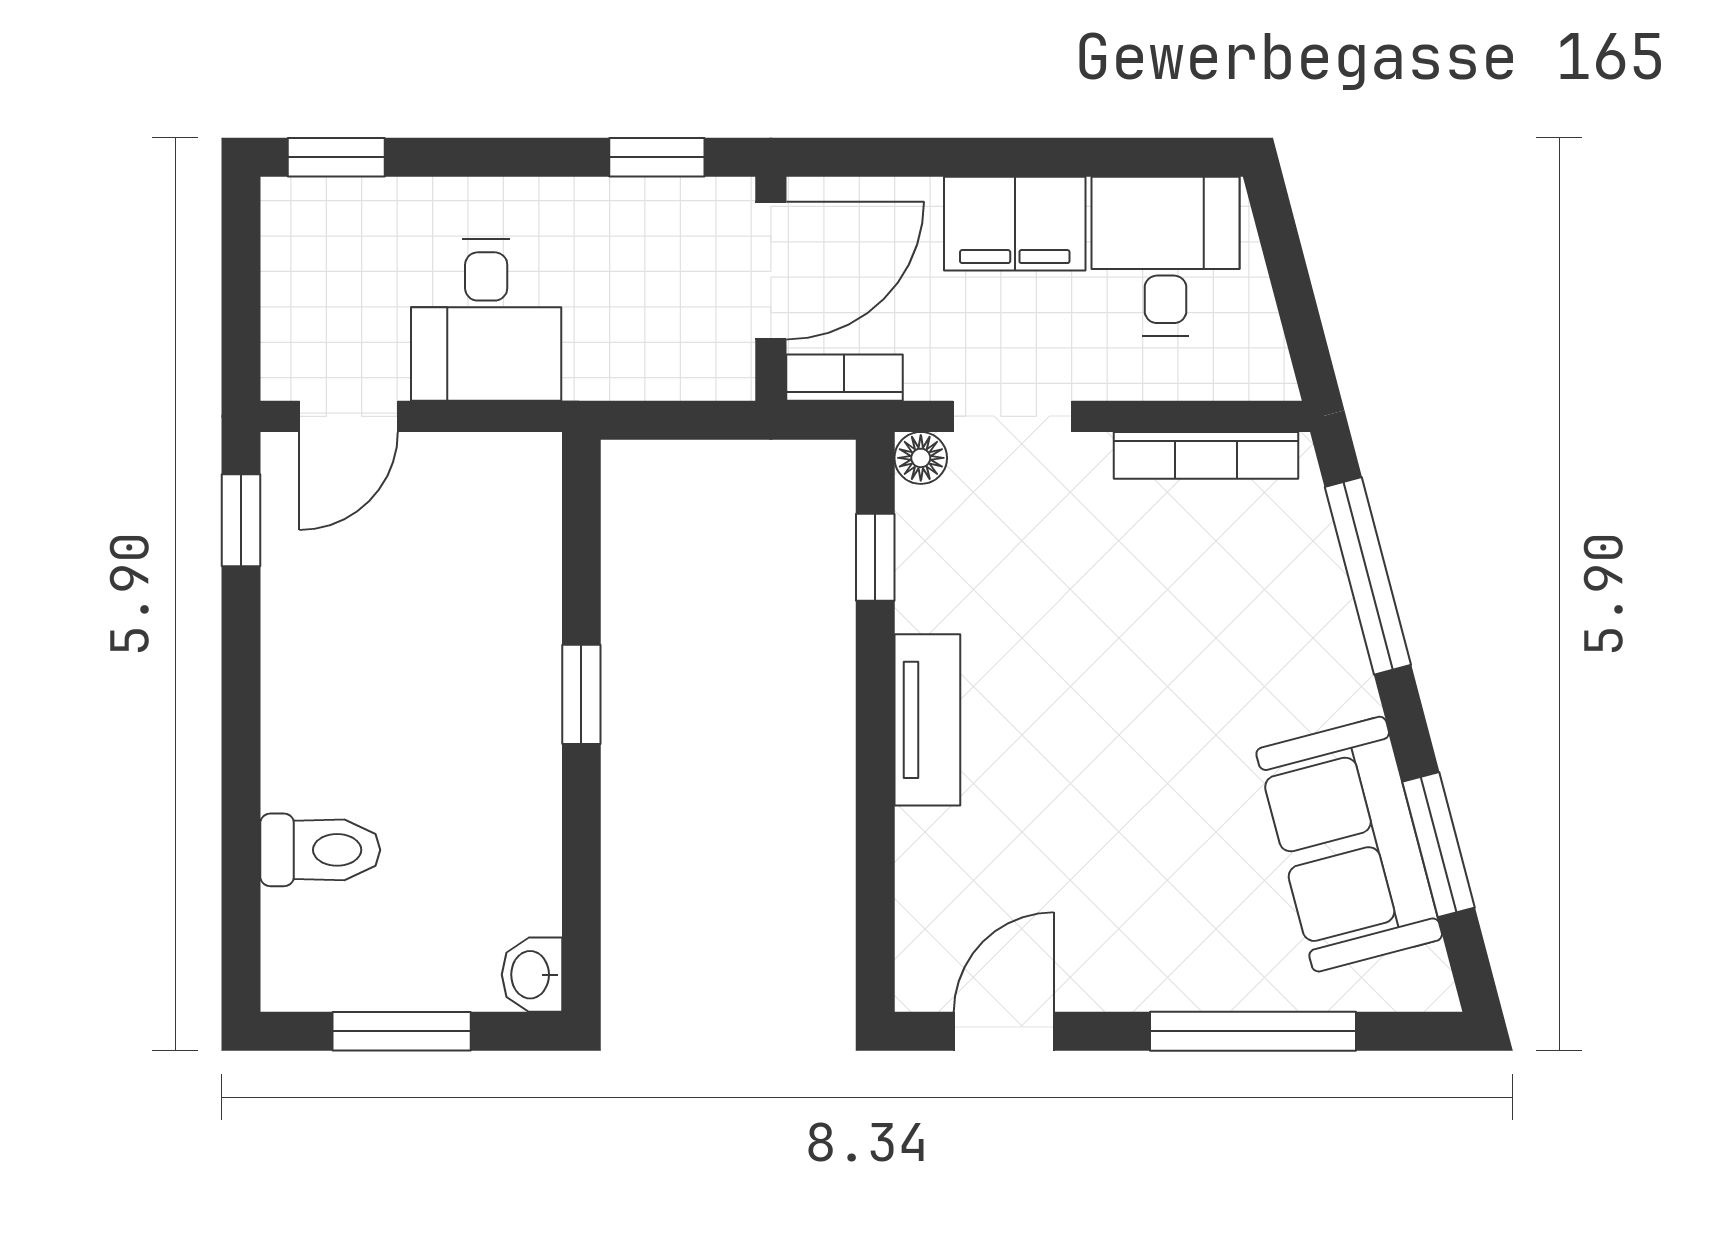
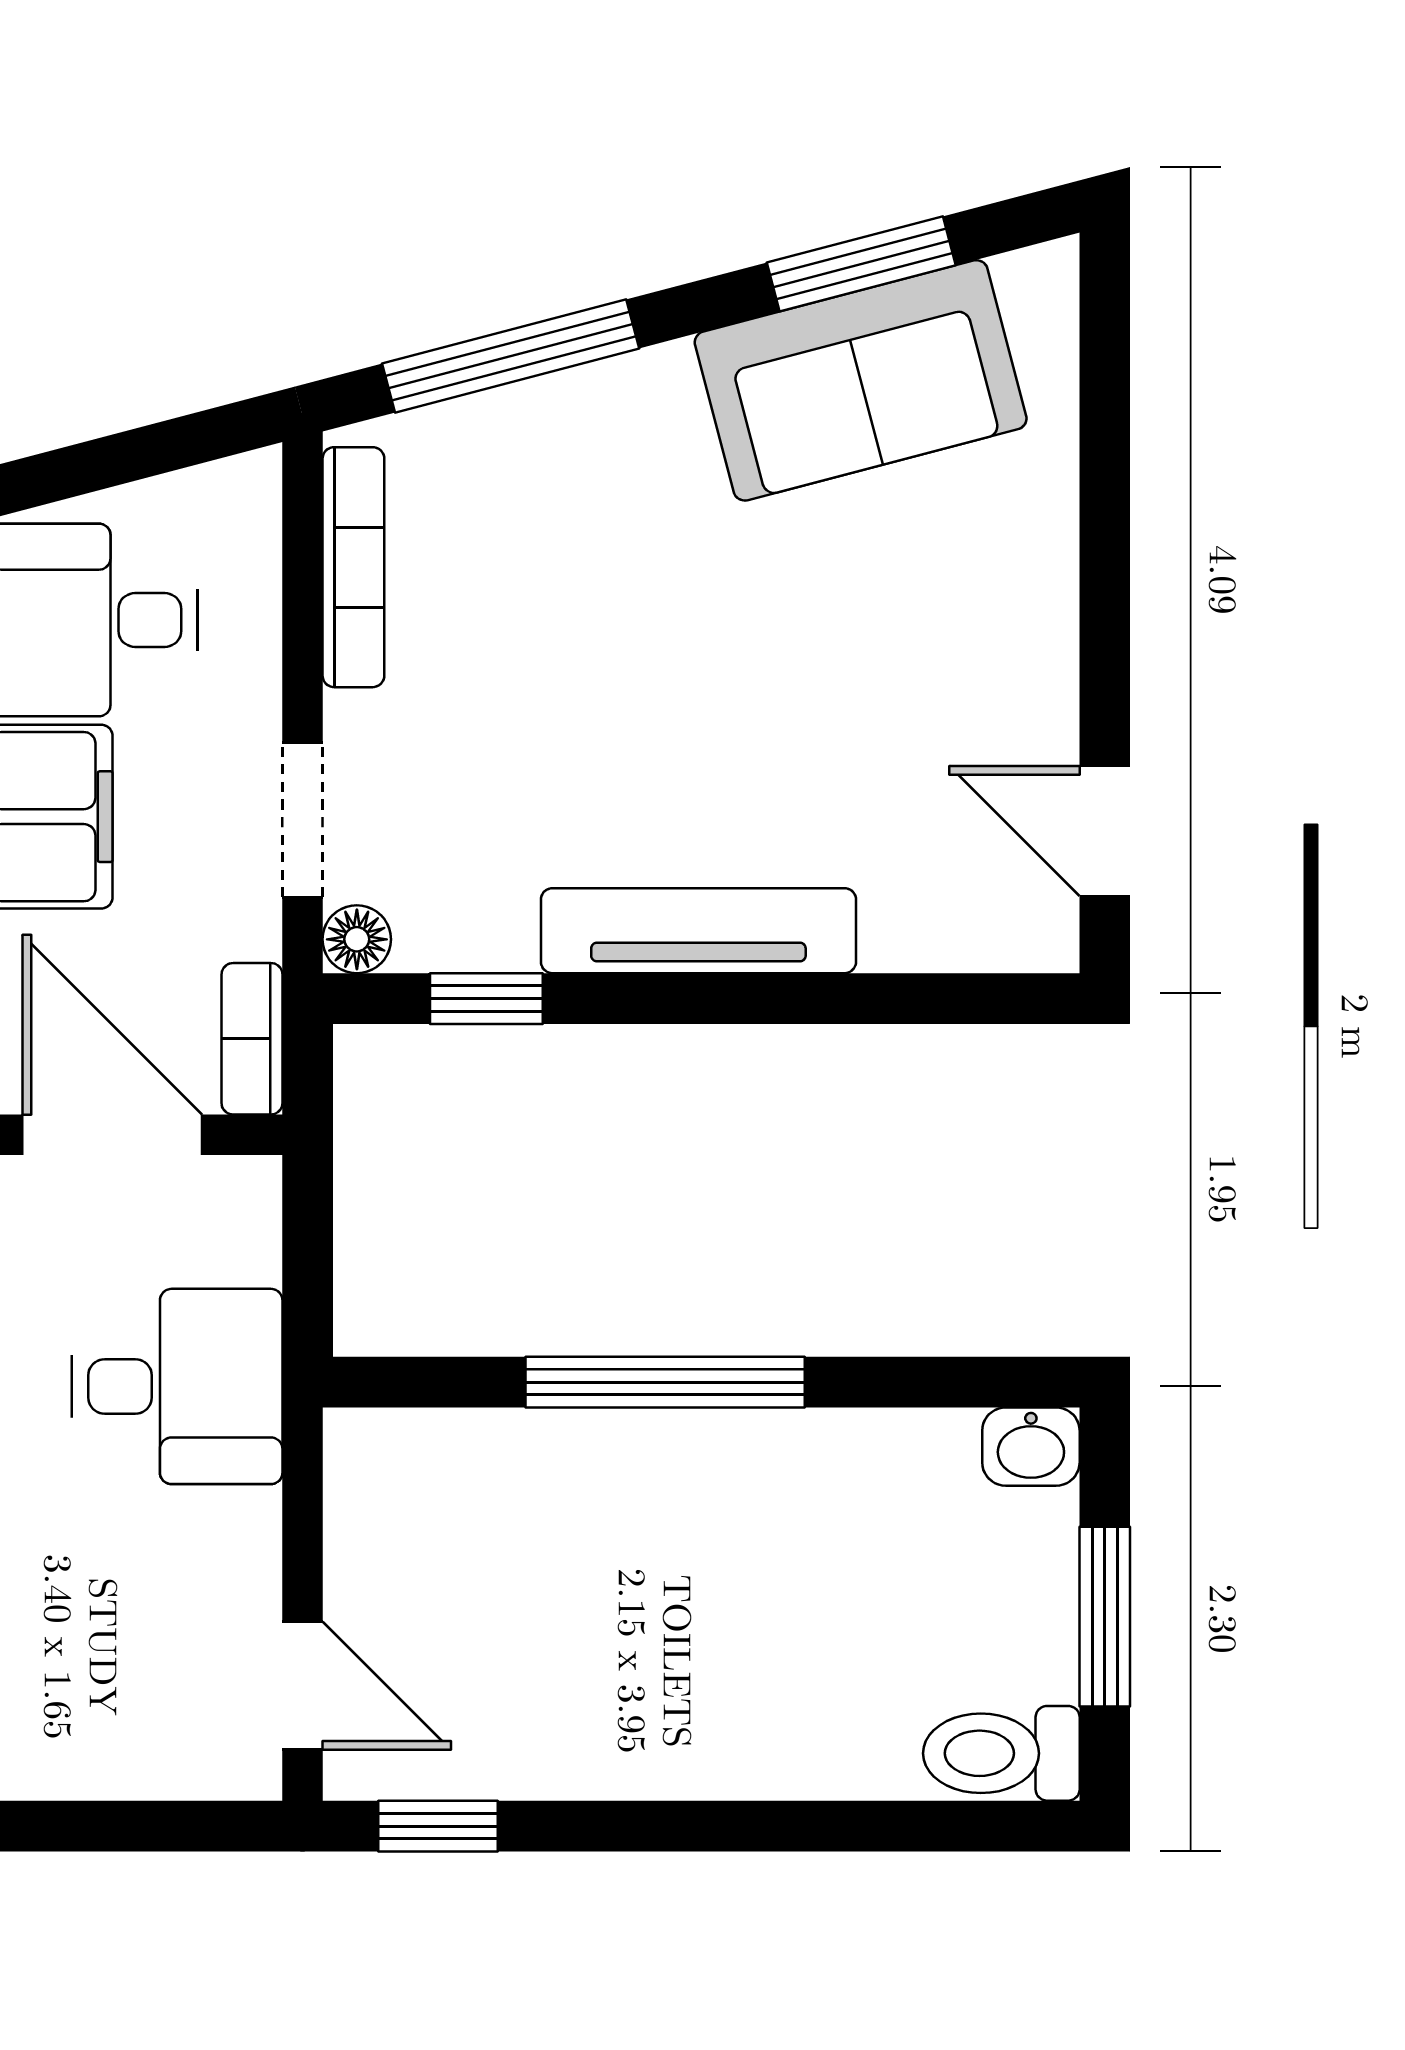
desk: (486, 320) -> (177, 1386), moved
window: (581, 694) -> (665, 1382), width x2.17
tv unit: (927, 720) -> (698, 931), width x1.41
toilet: (320, 850) -> (1001, 1753), moved, turned -90
window: (1253, 1031) -> (1105, 506), removed

